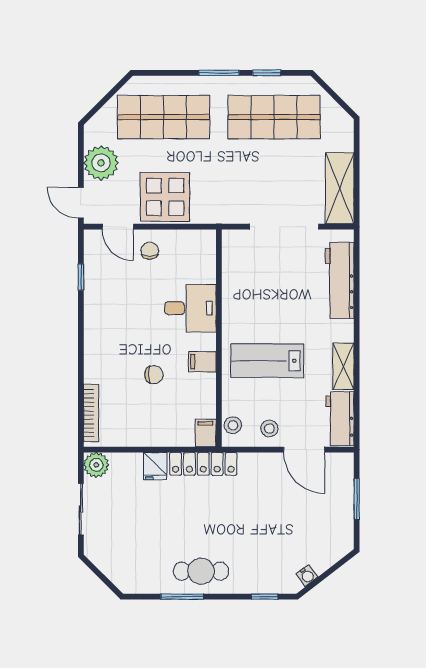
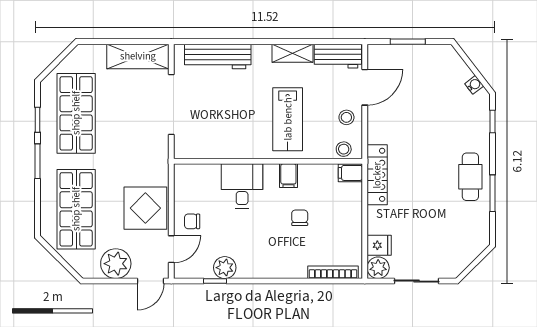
plant: (96, 288) -> (225, 268), added
fridge: (155, 466) -> (379, 245), moved

